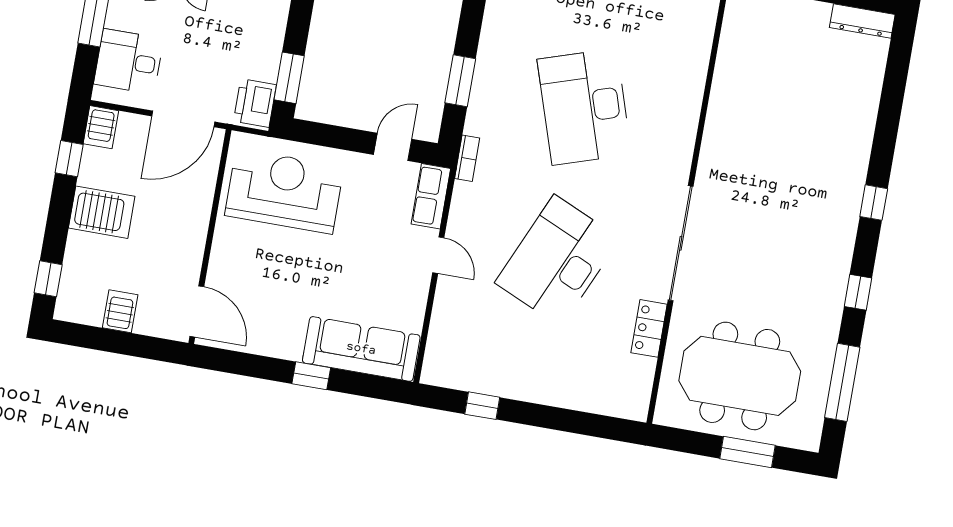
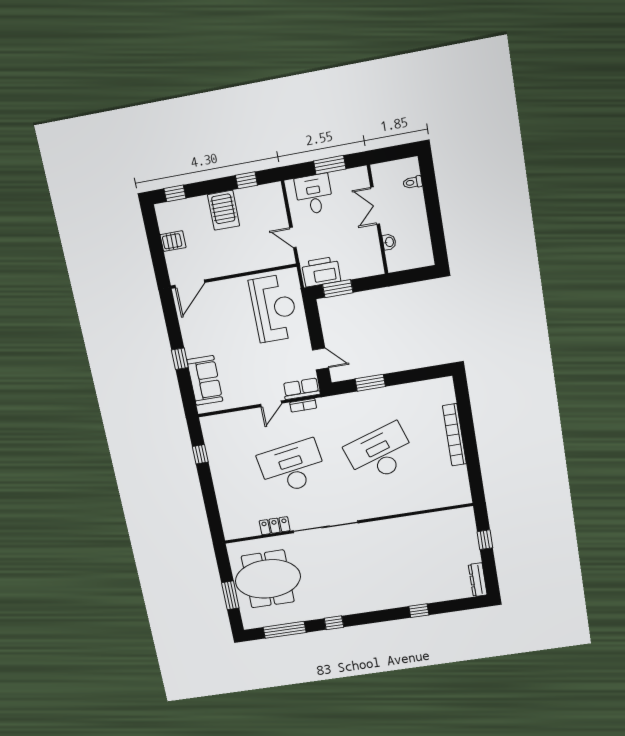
printer: (255, 103) -> (321, 272), width x1.37, depth x1.19
door: (183, 119) -> (293, 237), width x0.53
server rack: (101, 127) -> (271, 192), removed
bookcase: (467, 158) -> (303, 405), moved
window: (874, 203) -> (419, 611), moved
desk: (557, 261) -> (292, 467), turned -33
sofa: (361, 349) -> (205, 380), width x0.73
meeting table: (740, 376) -> (268, 579), turned 90

